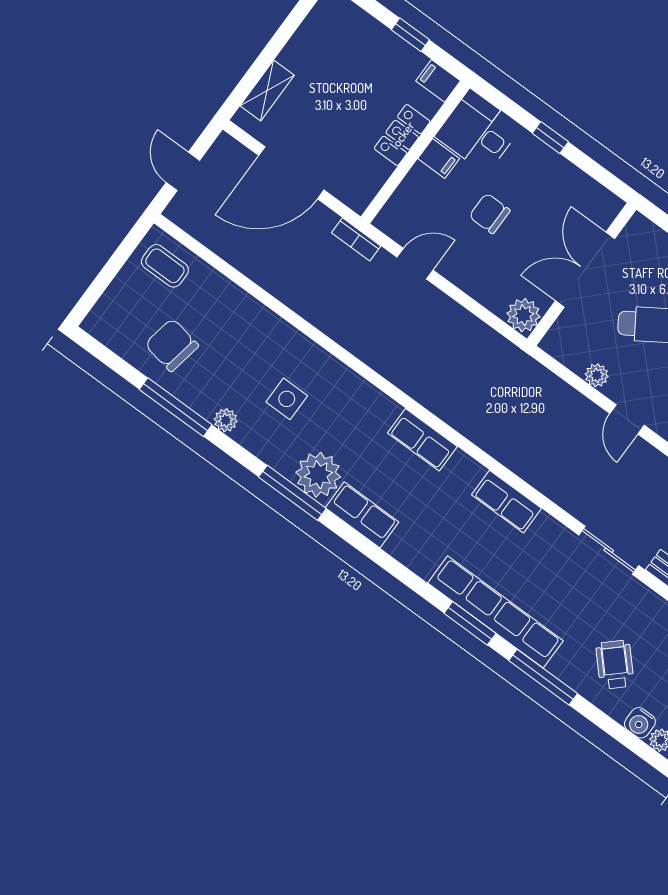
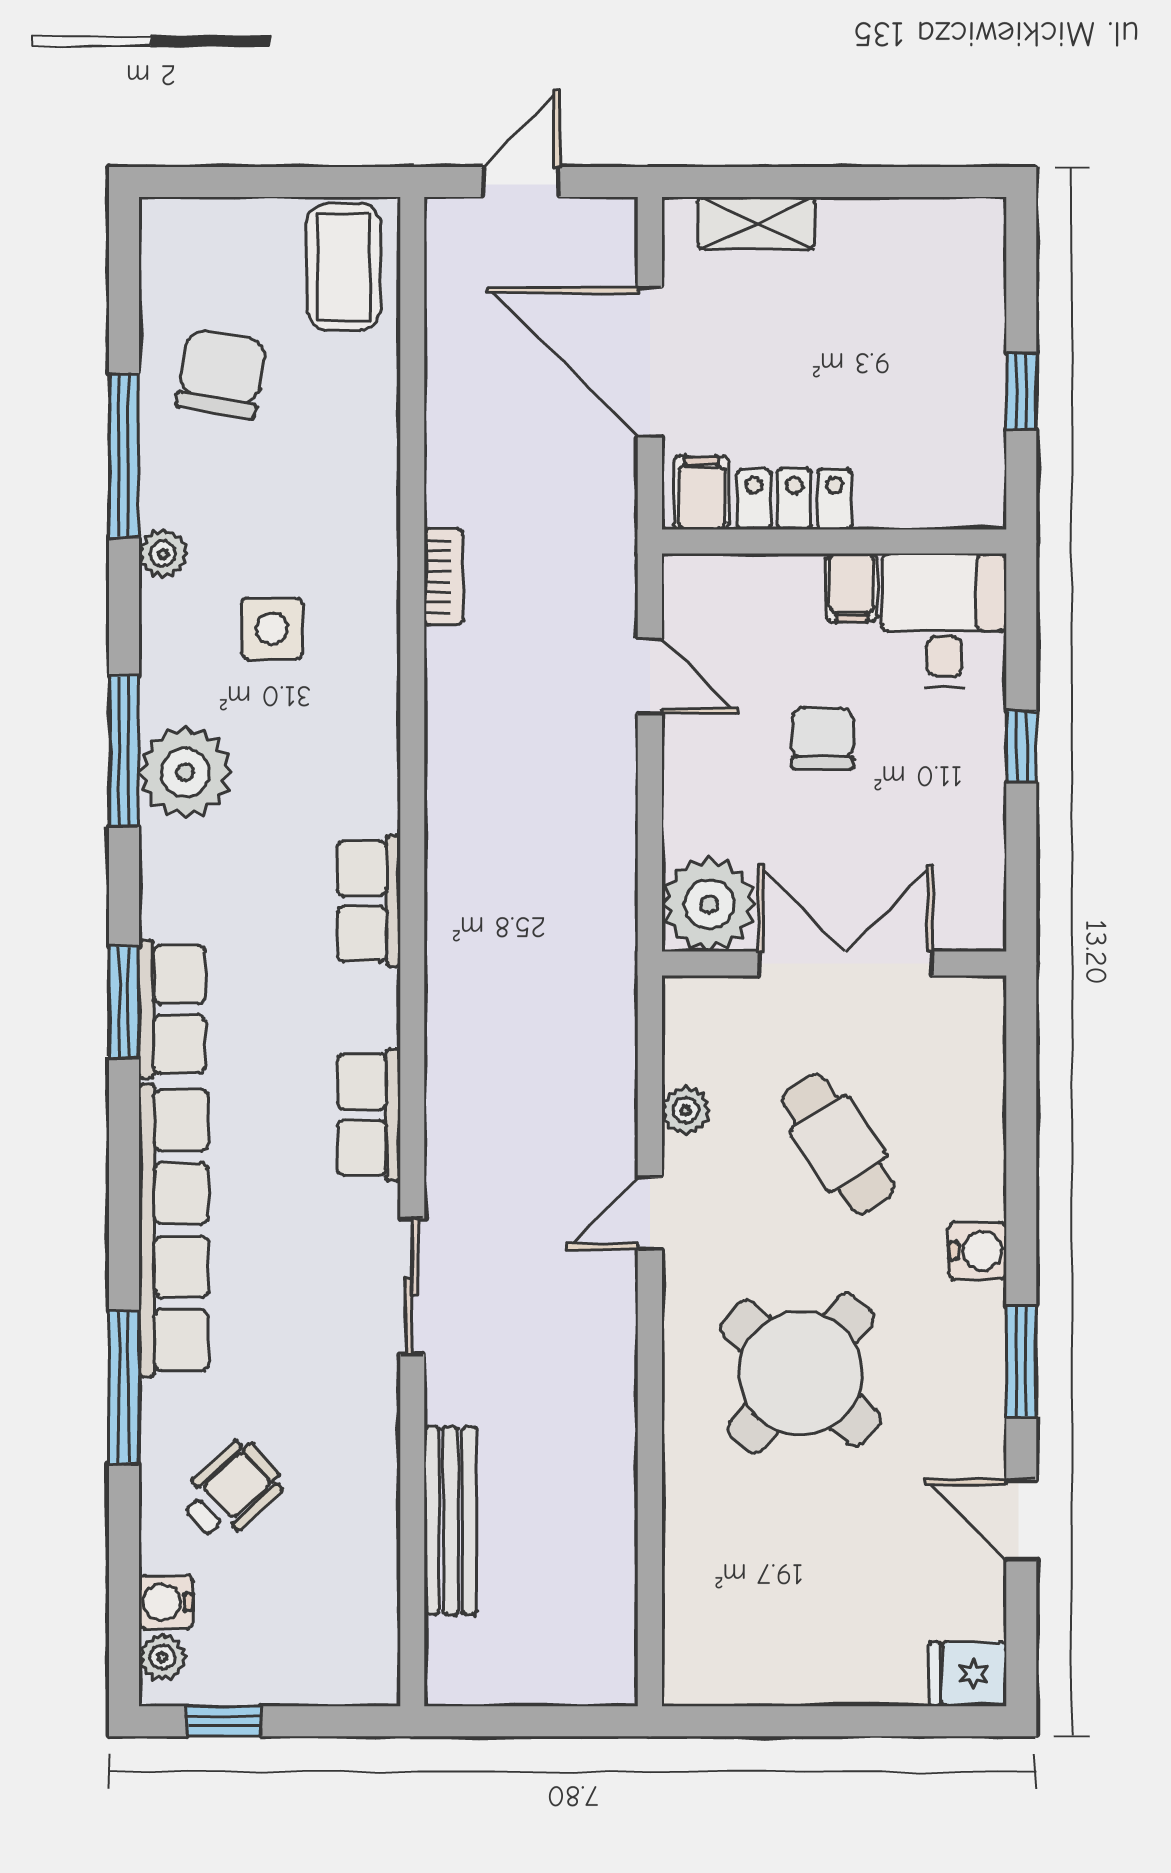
filing cabinet: (438, 81) -> (701, 493), moved
locker: (402, 135) -> (794, 499), moved
bookcase: (356, 239) -> (443, 577), moved, turned 180
coffee table: (165, 266) -> (344, 267), width x1.36, depth x1.30
plant: (523, 315) -> (709, 904), width x1.36, depth x1.36
row of seats: (362, 515) -> (172, 1009), moved
sliding door: (609, 550) -> (412, 1286), moved
window: (470, 623) -> (124, 1002), moved

